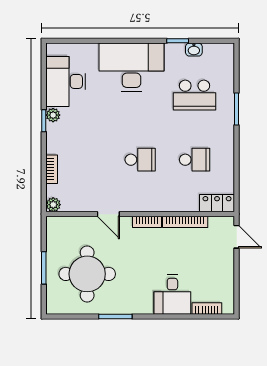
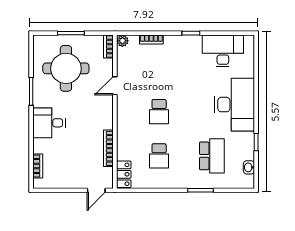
washbasin: (194, 50) -> (249, 167), moved
school desk: (195, 95) -> (212, 156), turned 180
plant: (53, 115) -> (195, 41), removed
bookcase: (147, 222) -> (108, 47), moved
desk: (172, 295) -> (49, 123), moved

